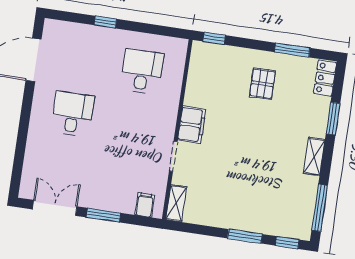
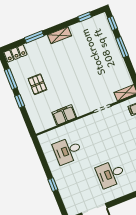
window: (214, 38) -> (20, 101), moved
pallet: (262, 84) -> (37, 84), turned 90
filing cabinet: (192, 125) -> (64, 115), moved
window: (320, 208) -> (85, 17), width x0.46

